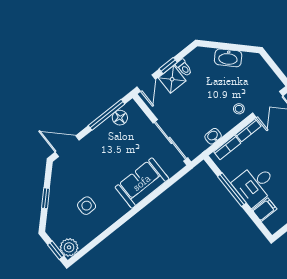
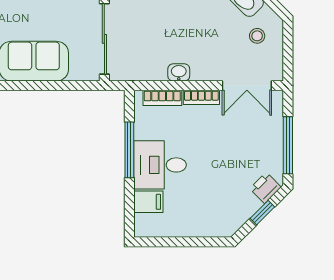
stool: (239, 109) -> (257, 36), moved
washbasin: (213, 136) -> (179, 72), moved

